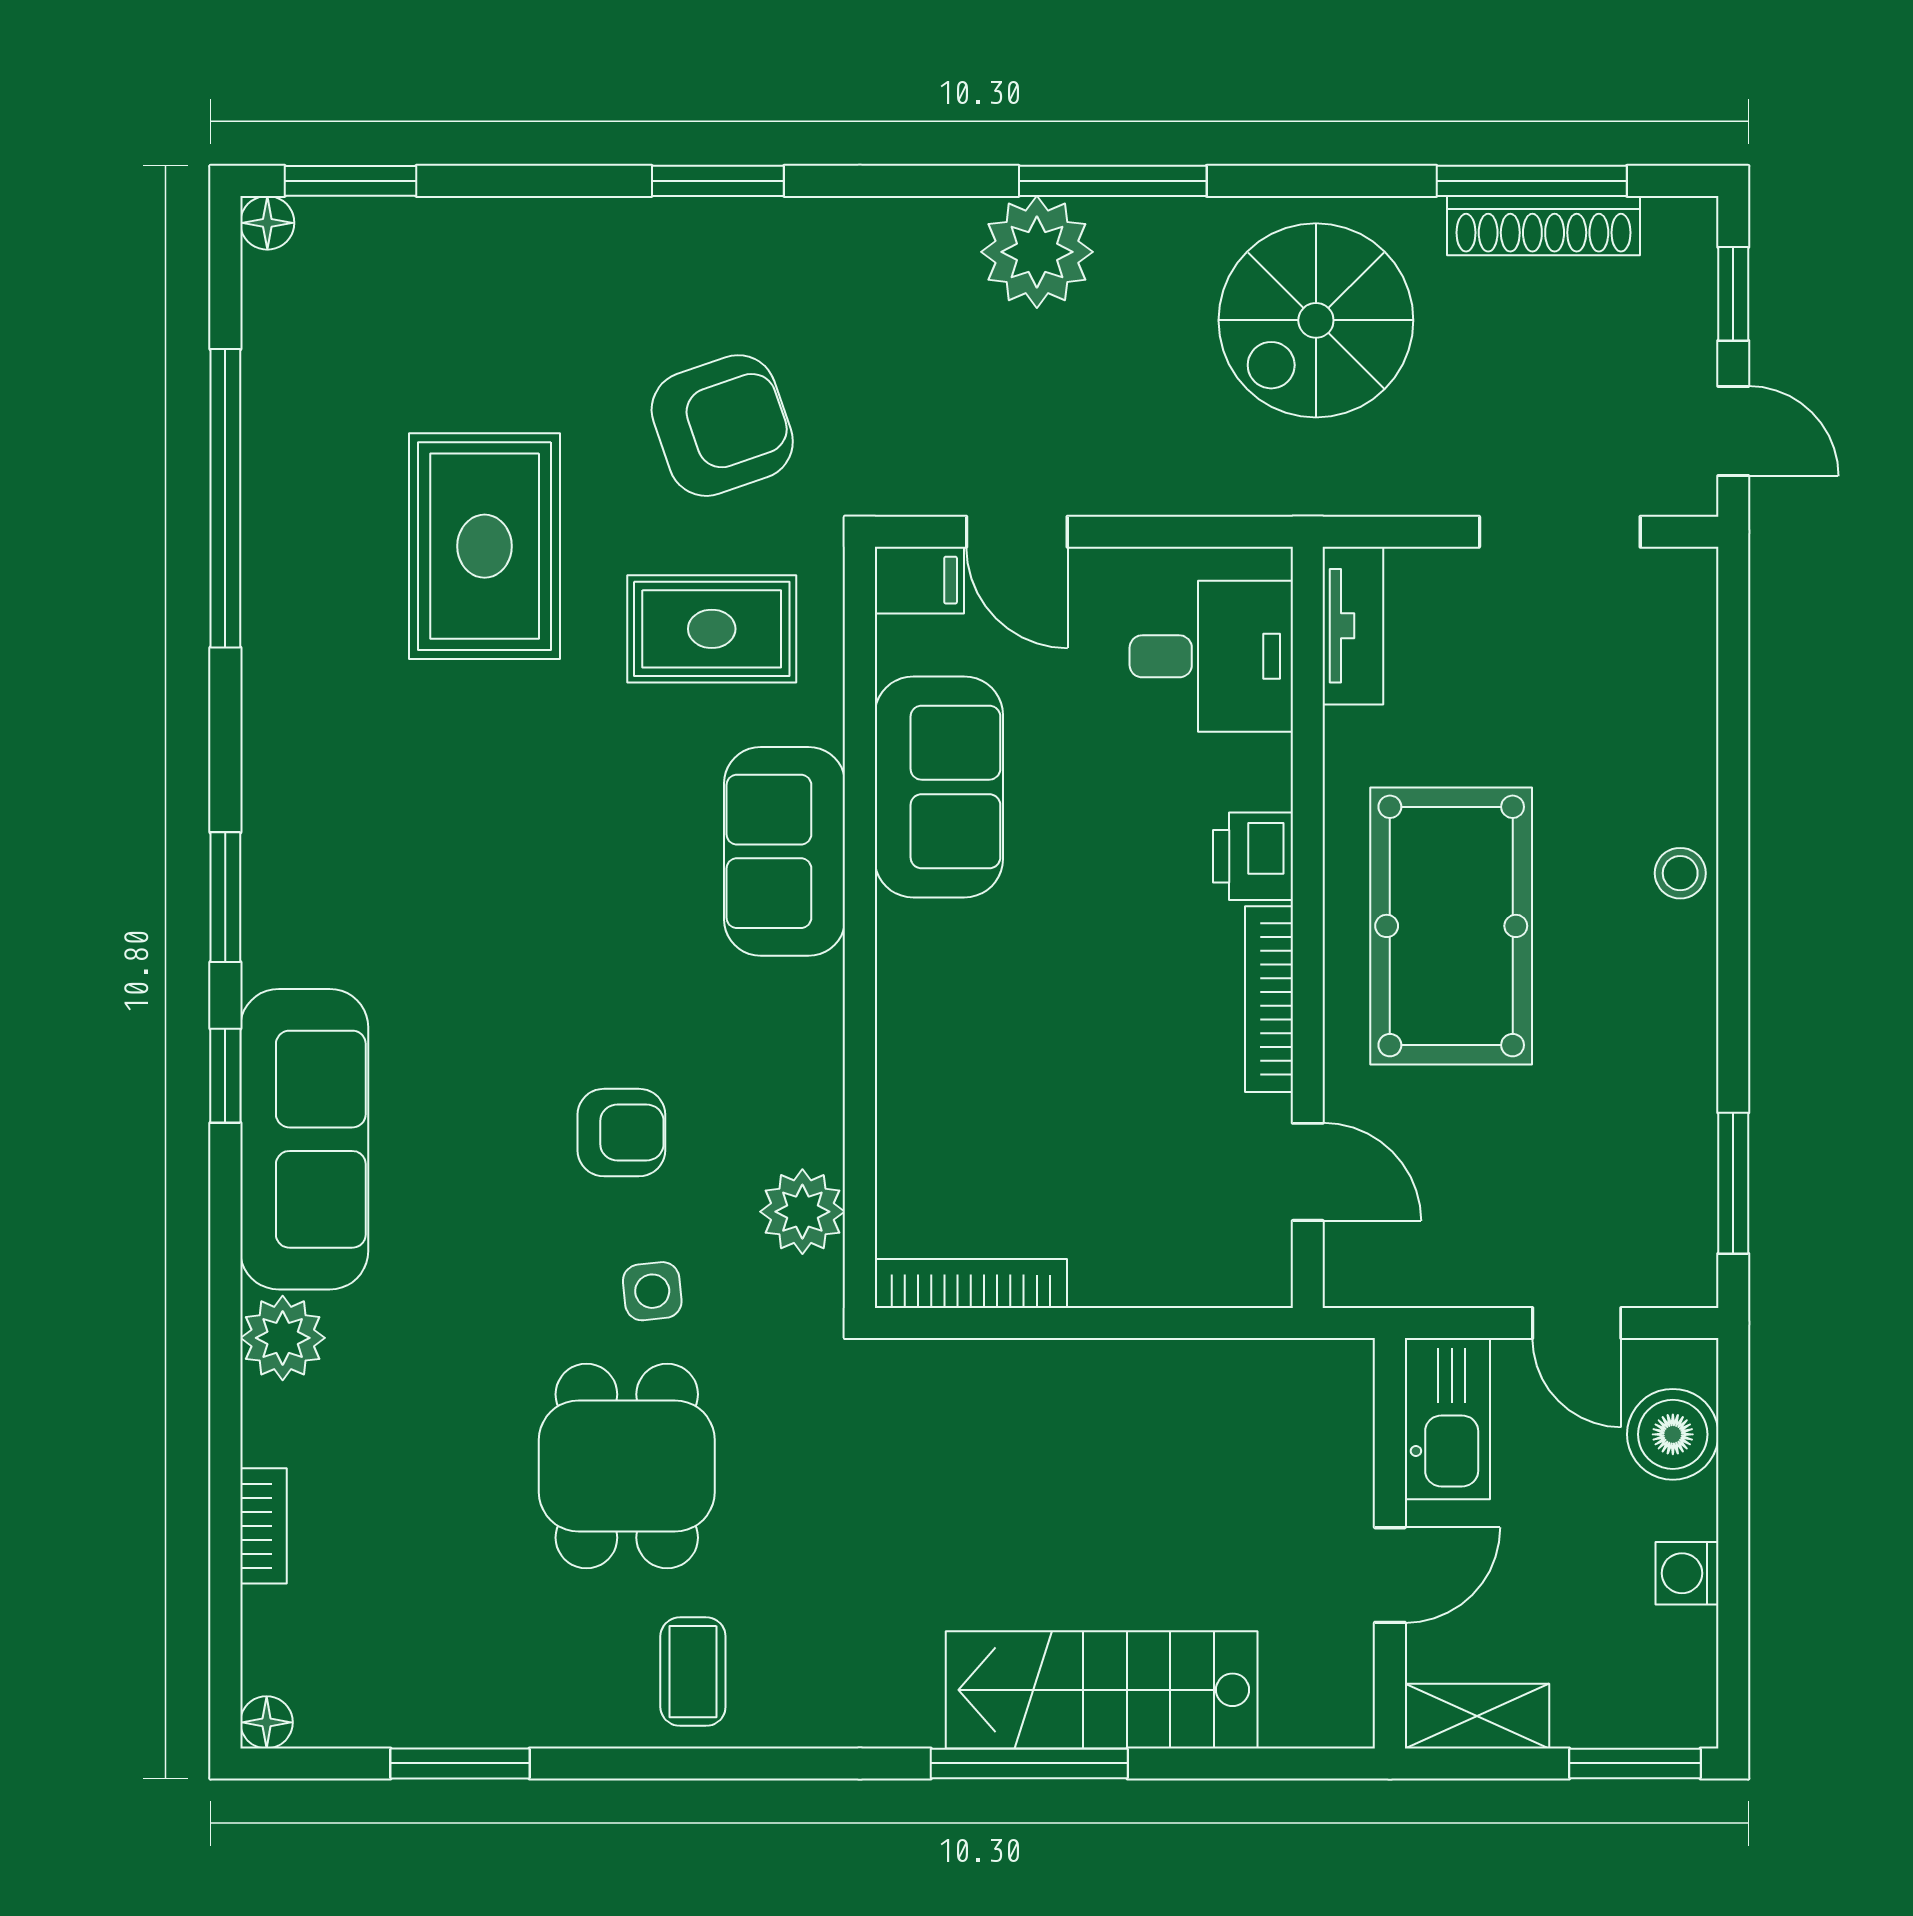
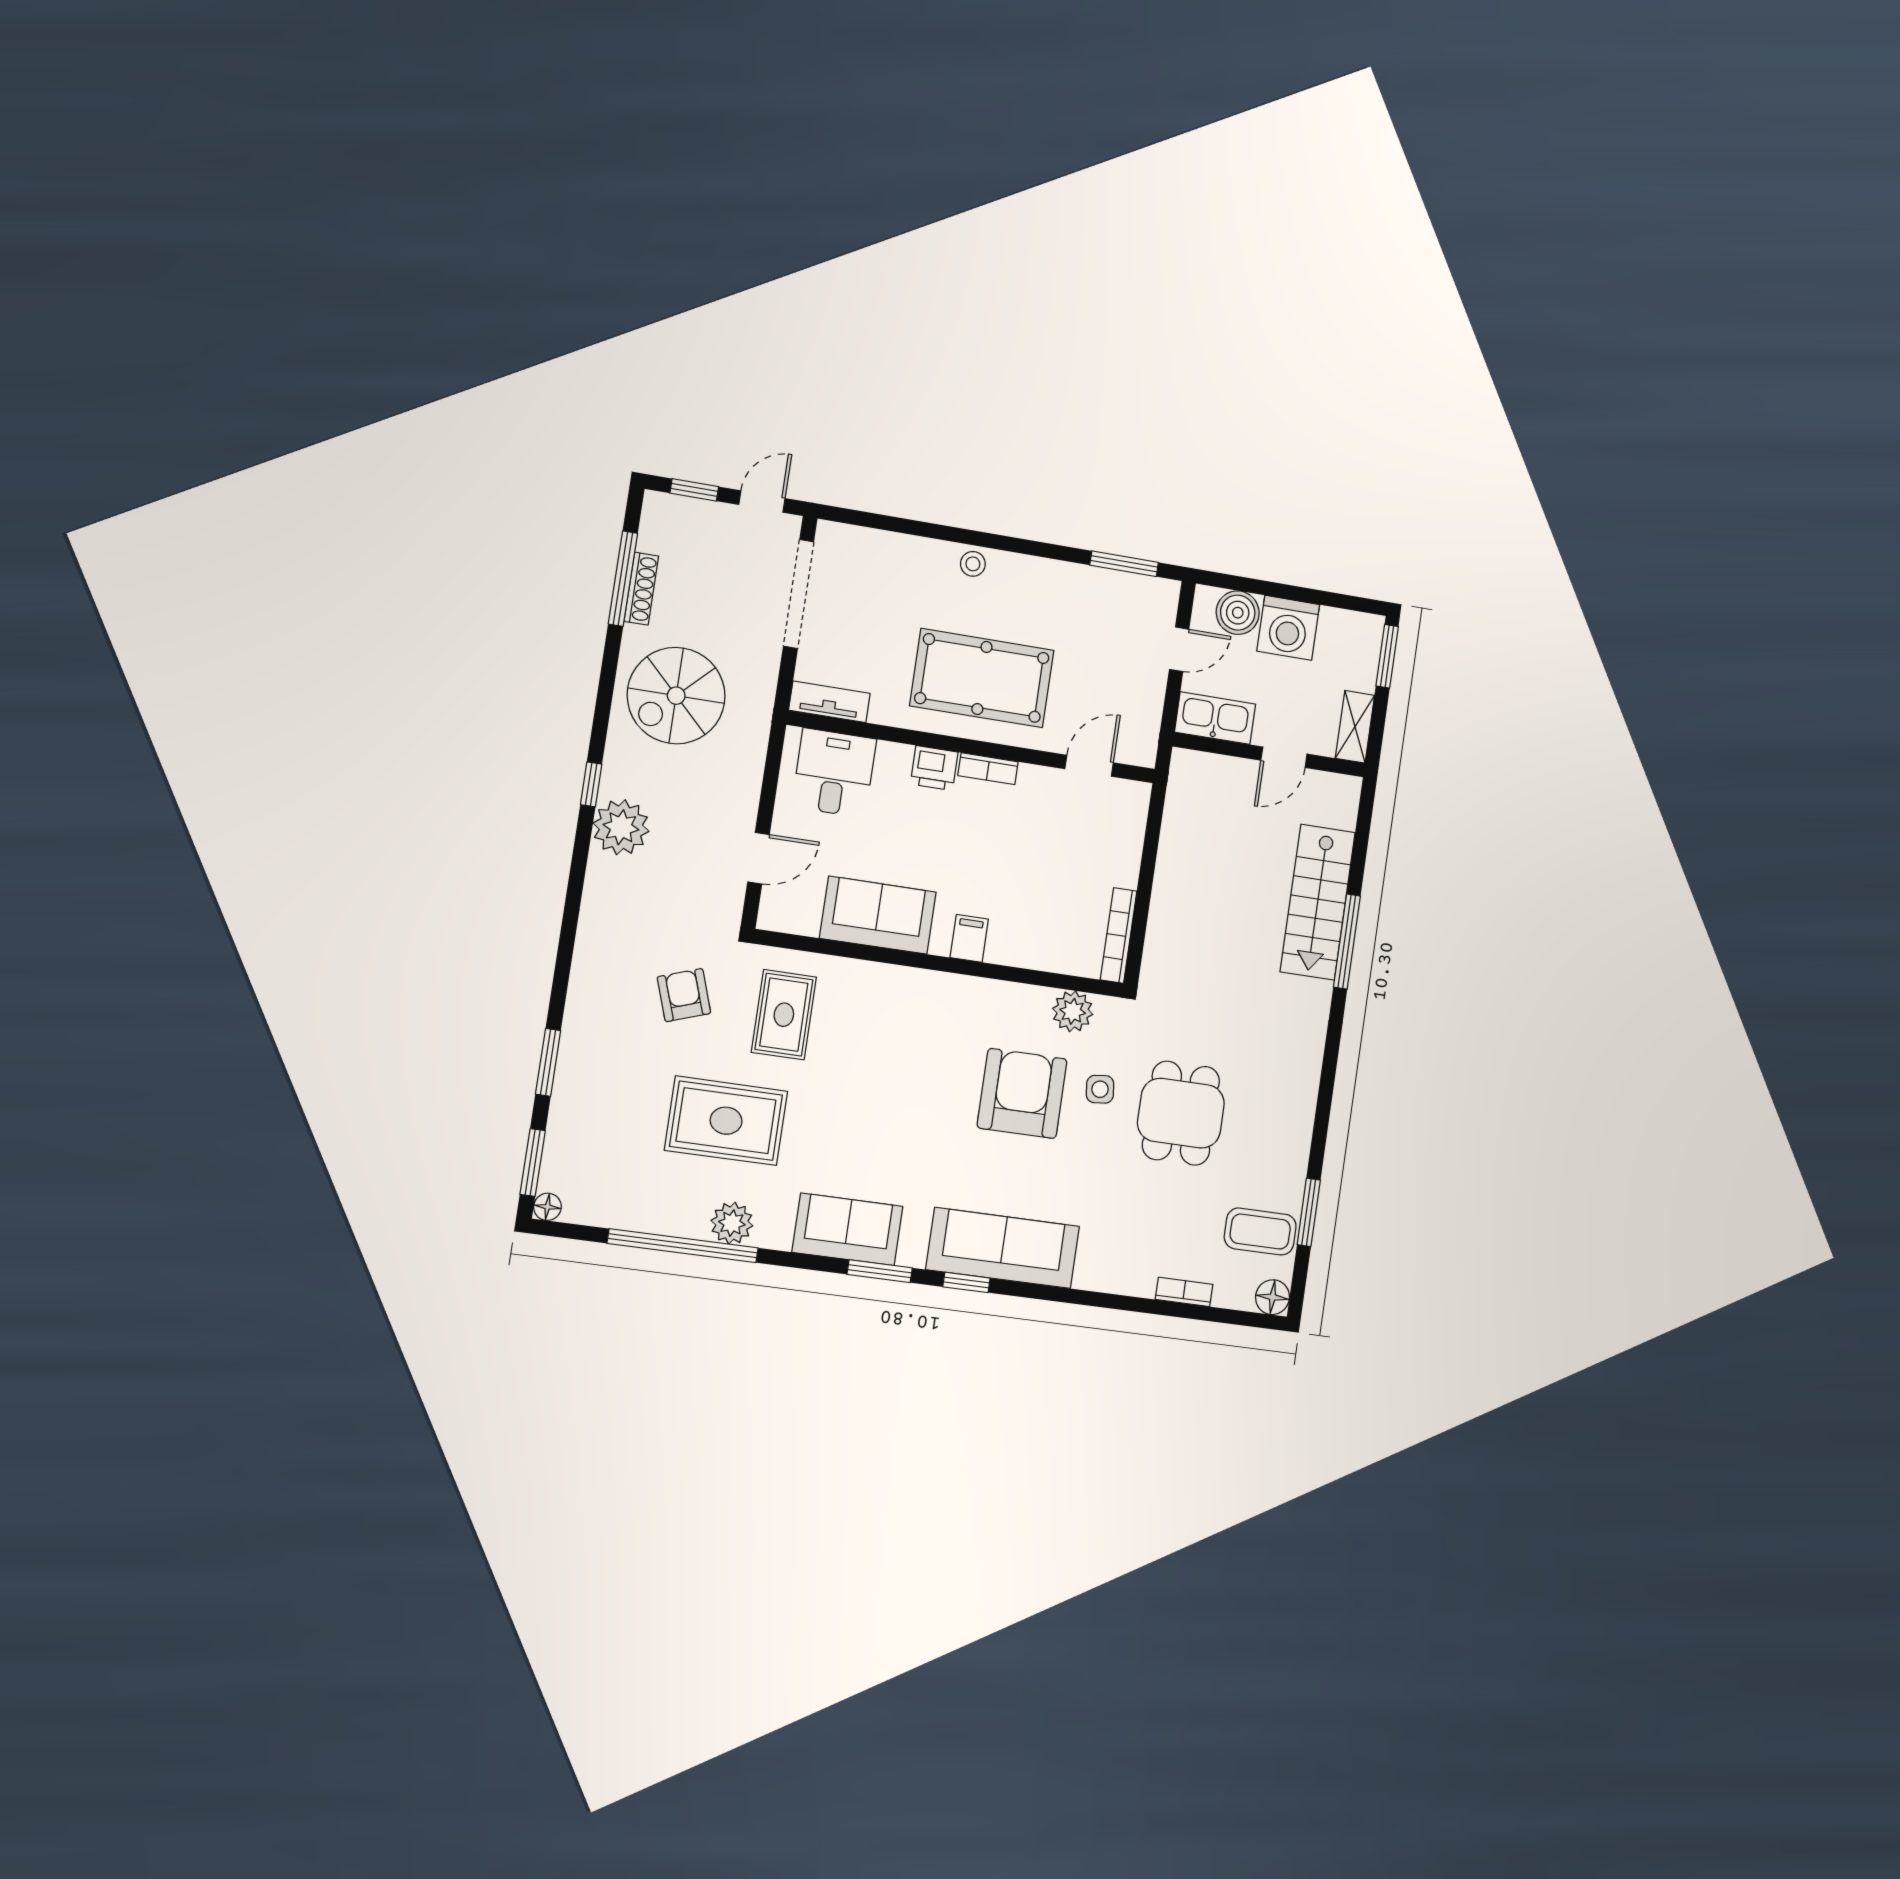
window: (718, 181) -> (548, 1062), moved
window: (1113, 181) -> (591, 784), width x0.46
shoe rack: (1543, 226) -> (641, 589), width x0.74, depth x0.81
spiral stairs: (1316, 320) -> (676, 696), turned 90
armchair: (722, 426) -> (684, 995), width x0.72, depth x0.72
doorway: (1560, 532) -> (799, 594), width x1.36
filing cabinet: (919, 580) -> (969, 938), moved
sofa: (785, 851) -> (847, 1229), moved, turned 180
bookcase: (1269, 999) -> (988, 769), width x0.64
armchair: (621, 1133) -> (1022, 1093), width x1.88, depth x1.88
plant: (283, 1338) -> (732, 1223), moved
dining table: (627, 1466) -> (1181, 1113), turned 90
washing machine: (1687, 1573) -> (1288, 628), width x1.89, depth x1.89
door: (1390, 1575) -> (1284, 757), swing flipped
coffee table: (693, 1672) -> (1260, 1231), moved, width x1.36, depth x1.30
floor lamp: (267, 1722) -> (1273, 1297), width x1.37, depth x1.37

